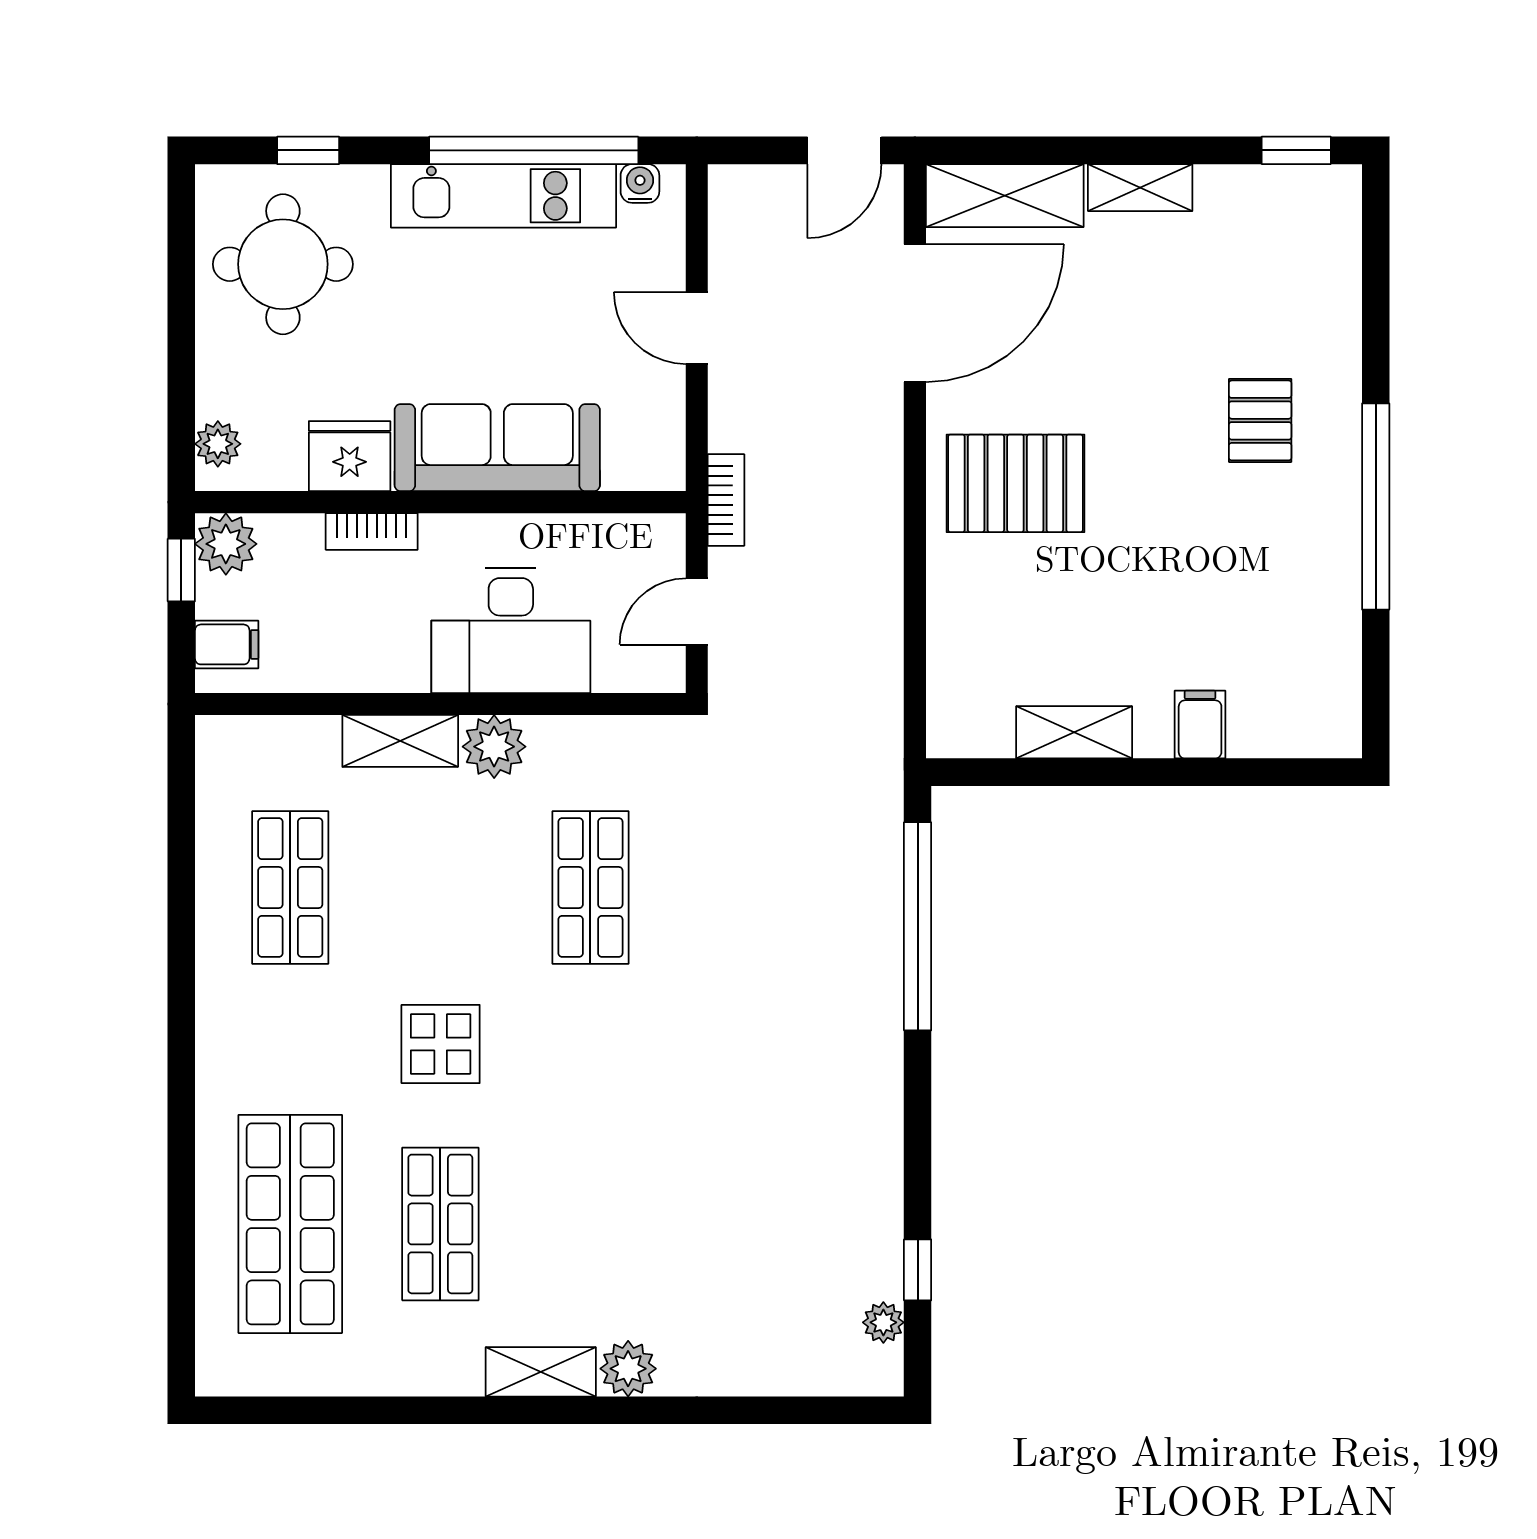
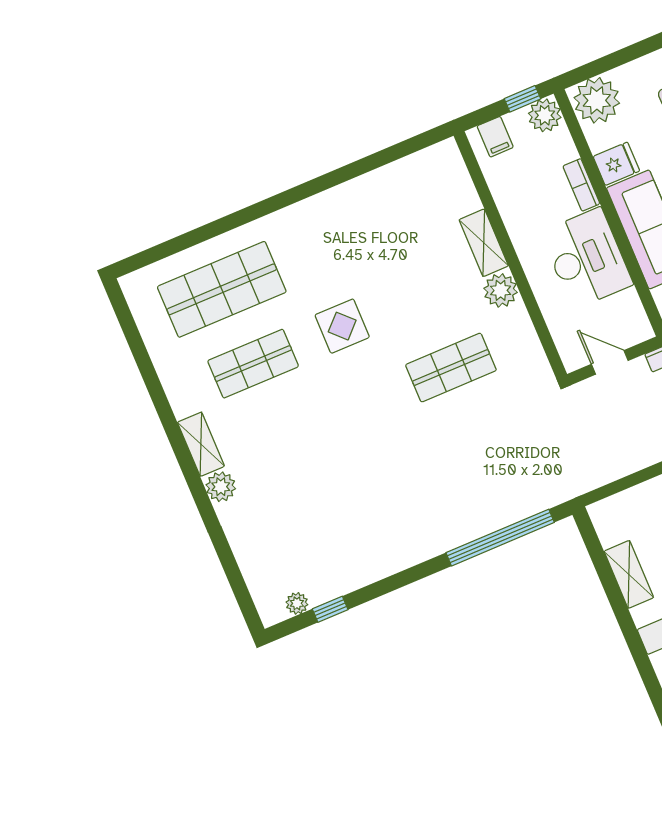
plant: (218, 444) -> (597, 100), width x1.87, depth x1.87
fridge: (350, 456) -> (616, 164), width x0.72
desk: (511, 631) -> (587, 258), moved, turned 180
shop shelf: (290, 888) -> (388, 219), removed

